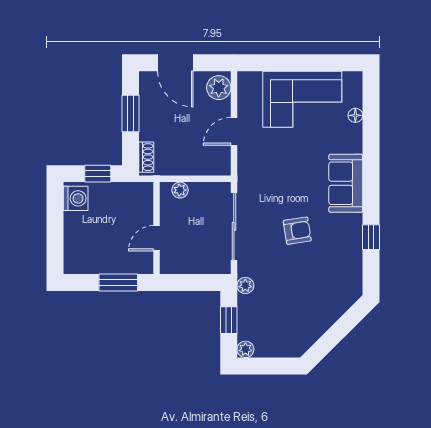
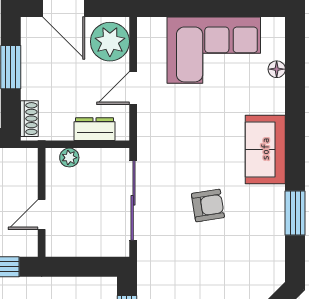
plant: (219, 88) -> (110, 42), width x1.36, depth x1.36
dresser: (201, 166) -> (95, 129), added
window: (371, 237) -> (295, 213), width x1.50
plant: (245, 286) -> (147, 270), removed

